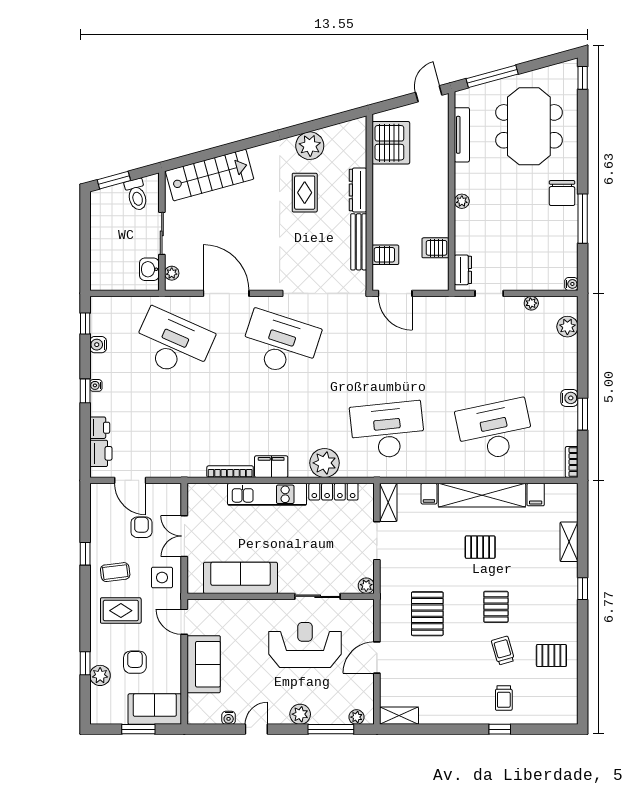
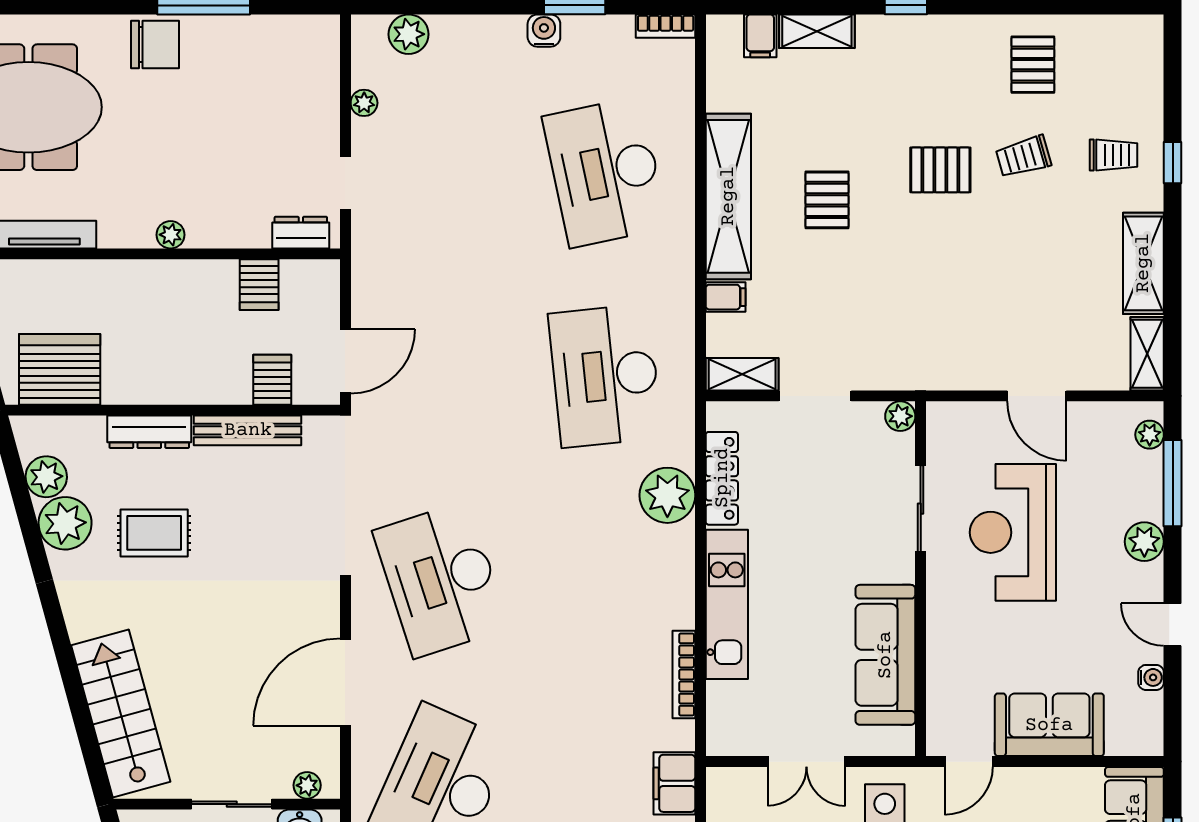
plant: (334, 136) -> (46, 477), added
water cooler: (571, 284) -> (328, 27), removed
desk: (280, 344) -> (441, 579), turned -36
filing cabinet: (271, 467) -> (674, 783), moved
filing cabinet: (536, 495) -> (760, 36), moved, turned 90
pallet: (427, 614) -> (954, 300), removed
shelving: (447, 714) -> (1143, 263), added

